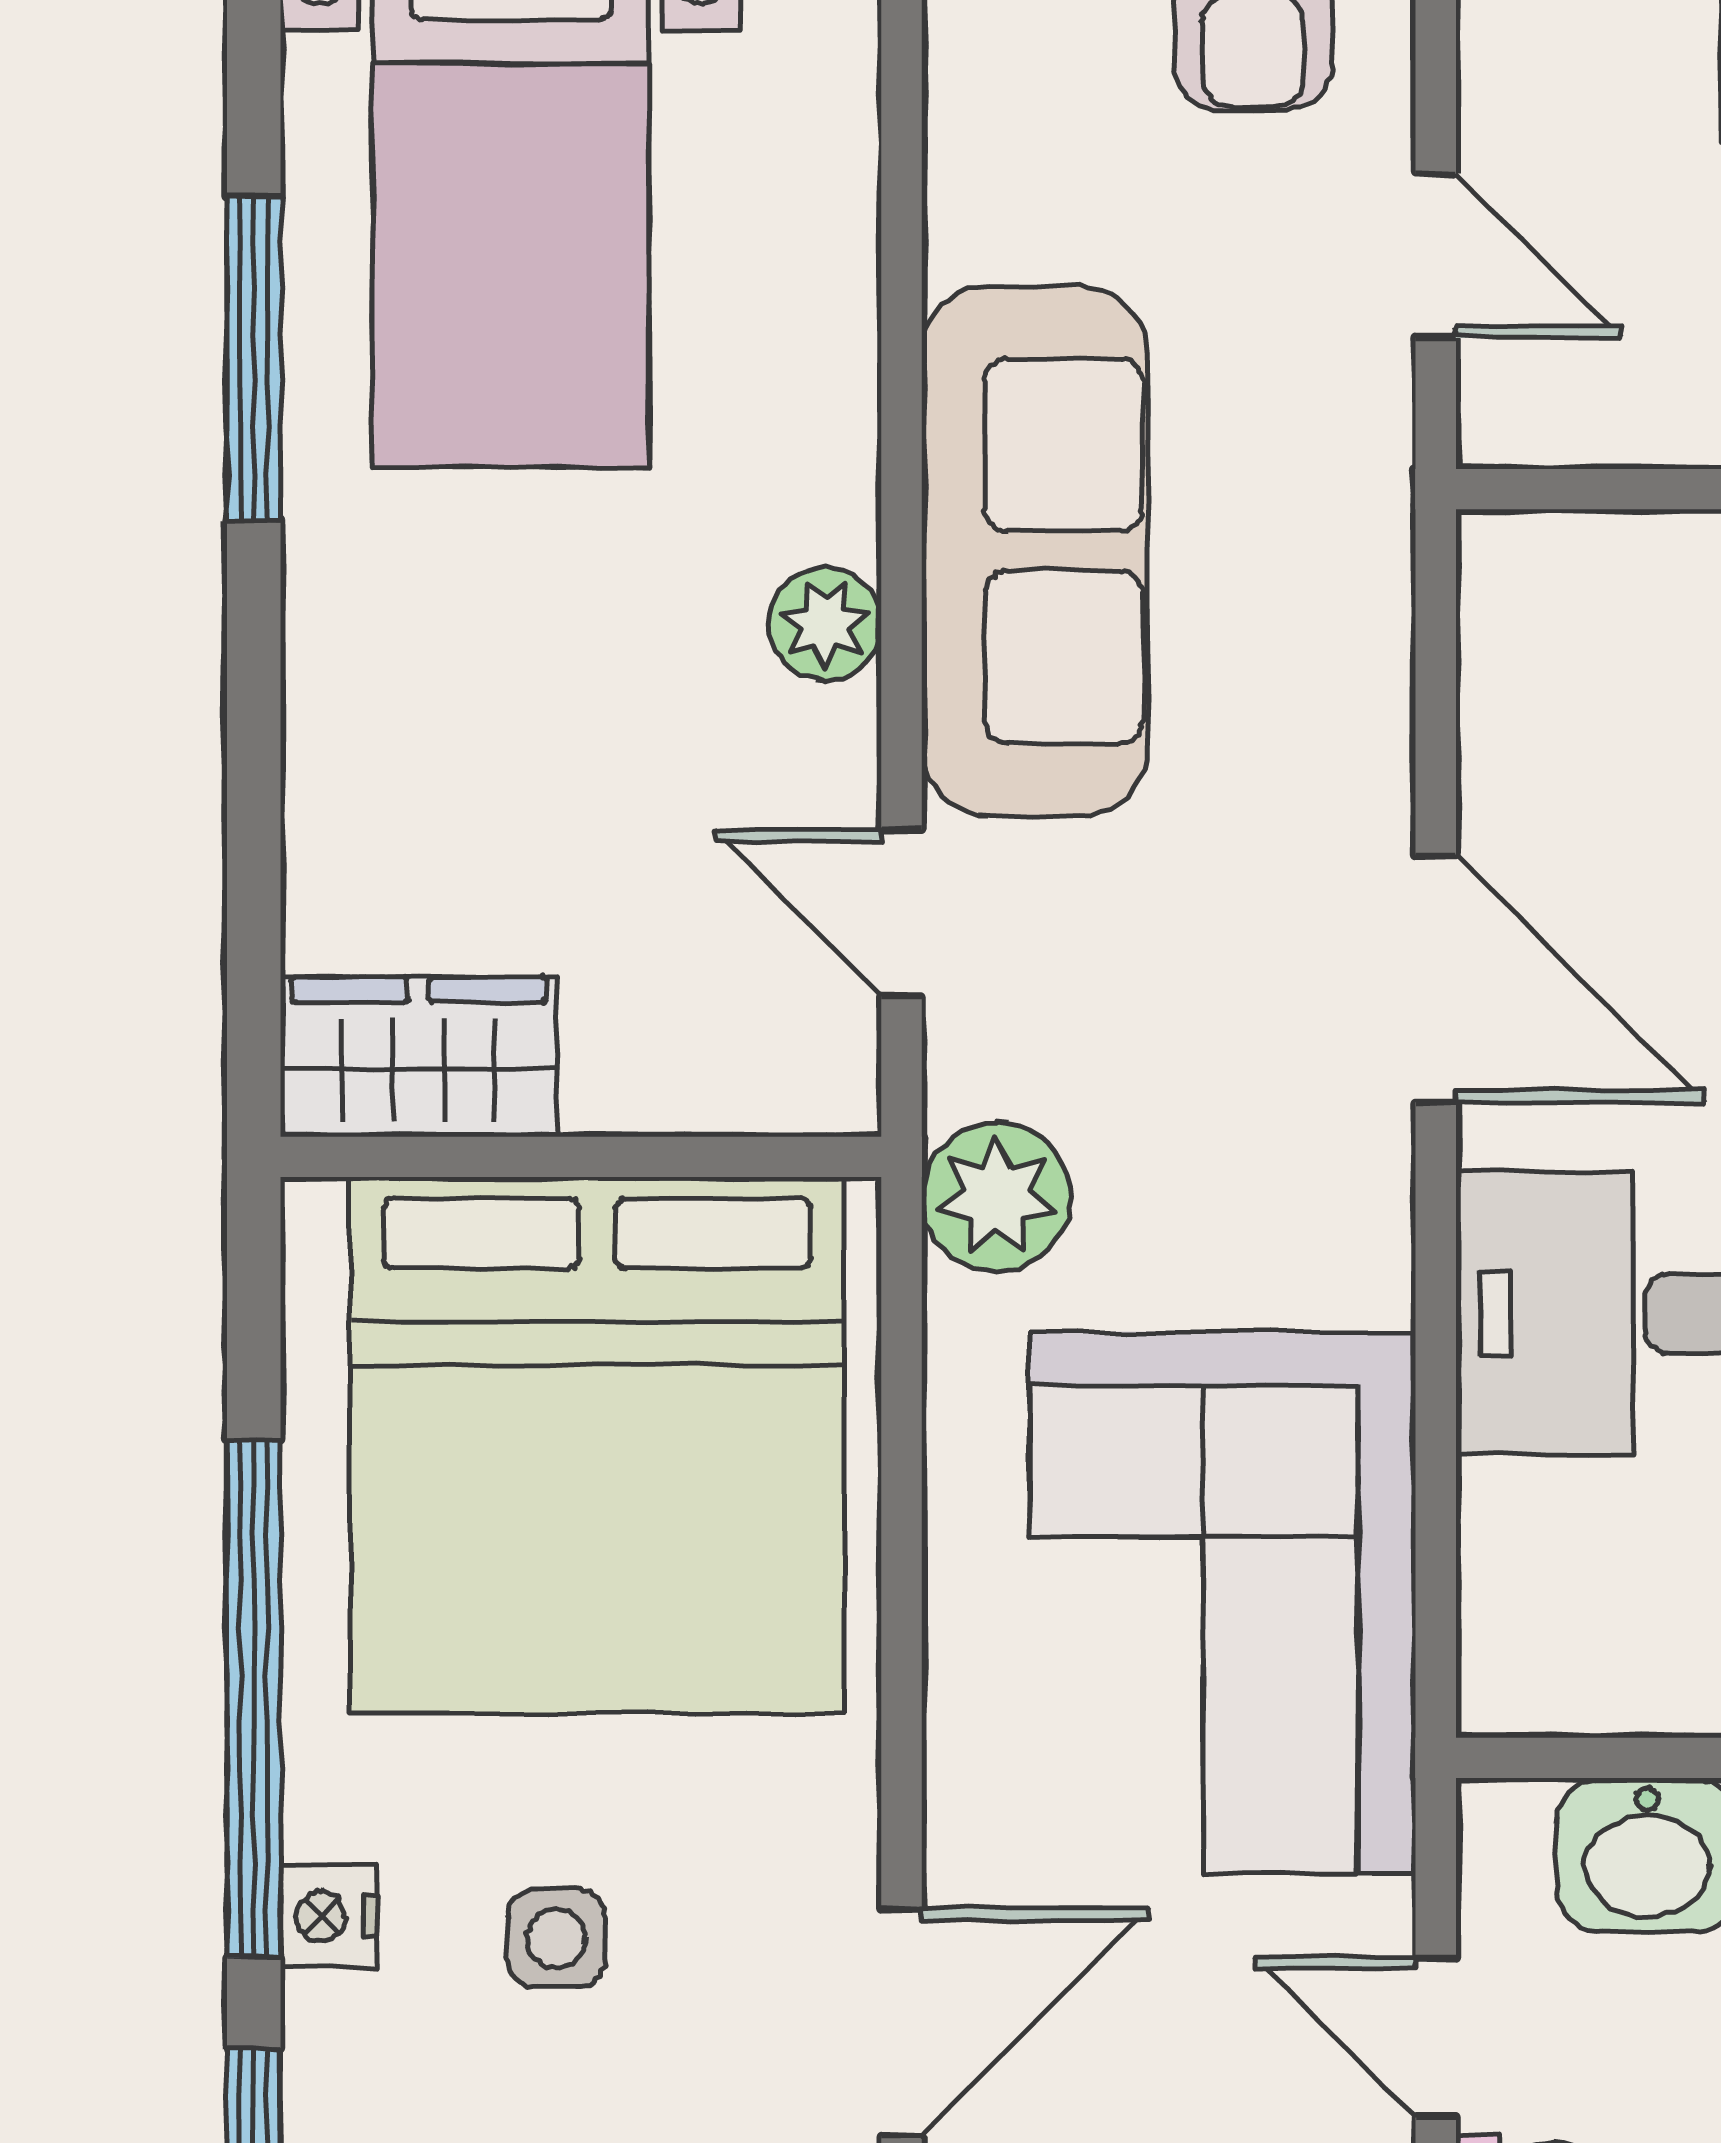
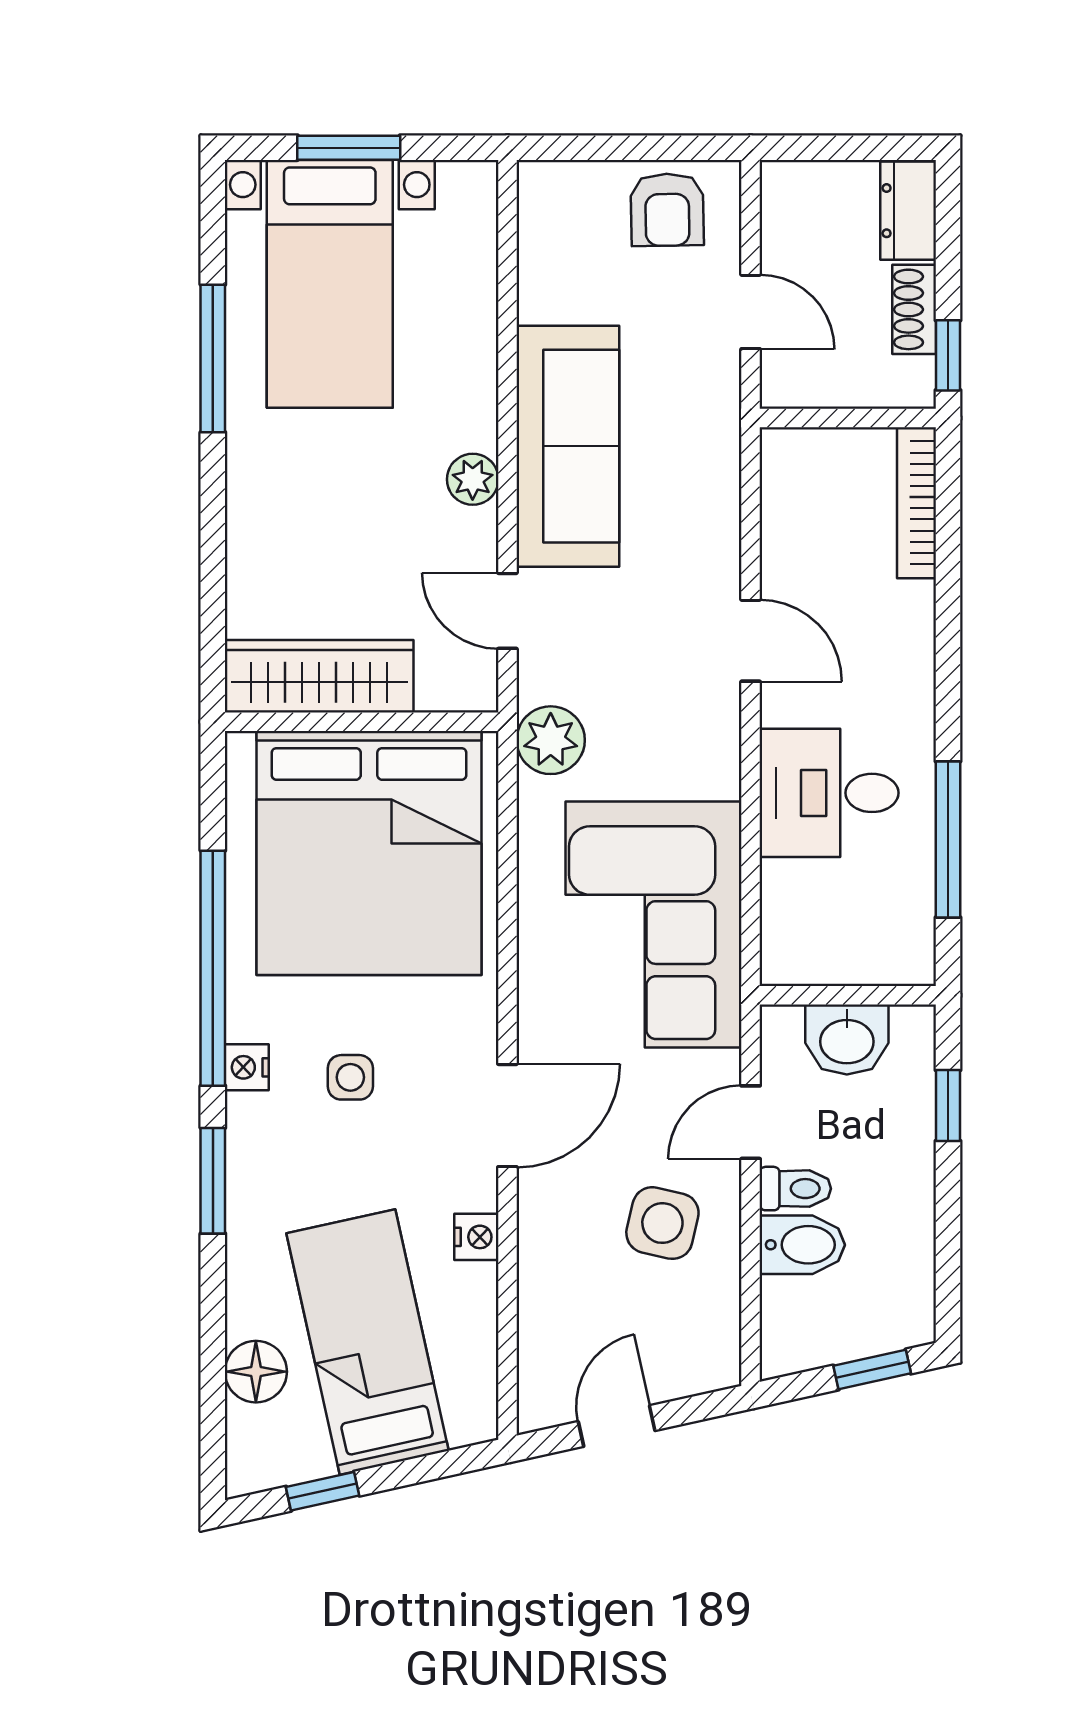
door: (1436, 978) -> (751, 641), width x0.73
wardrobe: (418, 1057) -> (319, 676), width x1.50
door: (1436, 2037) -> (751, 1122), hinge flipped

